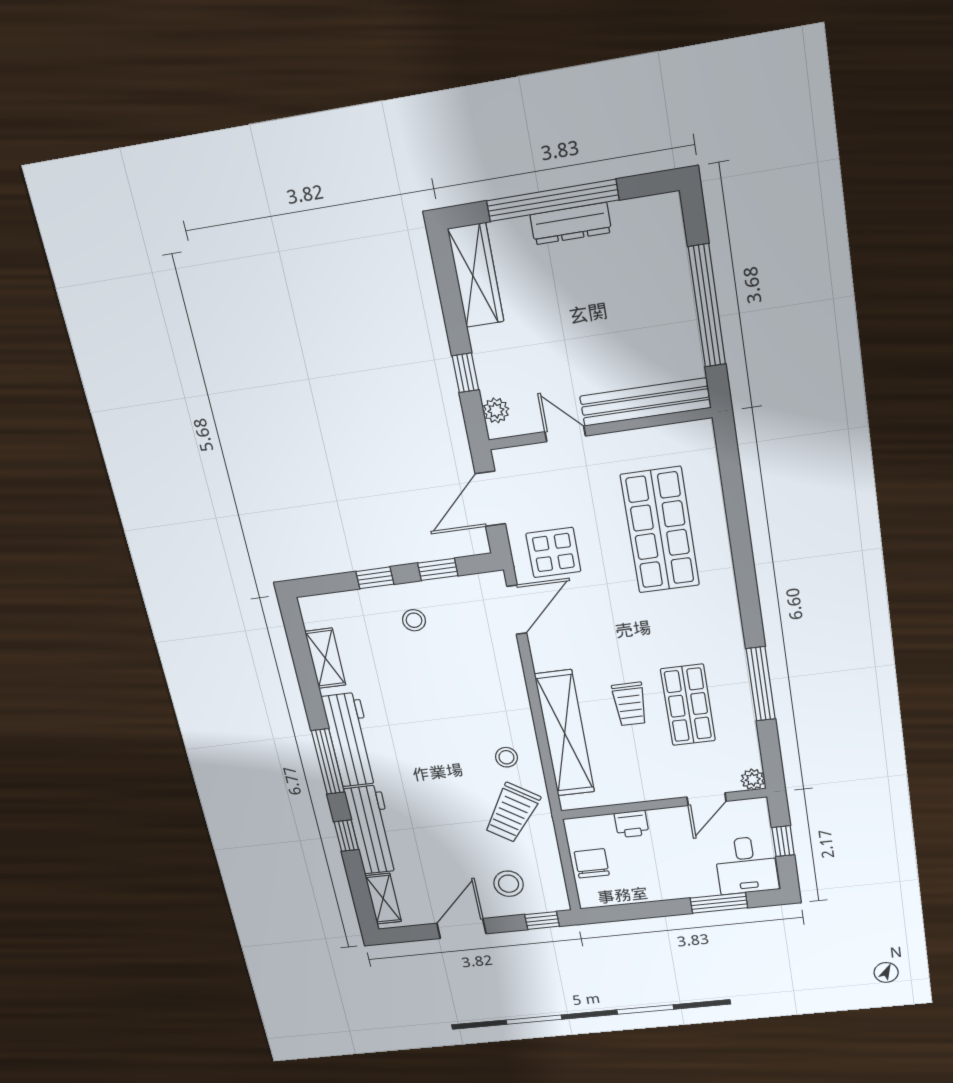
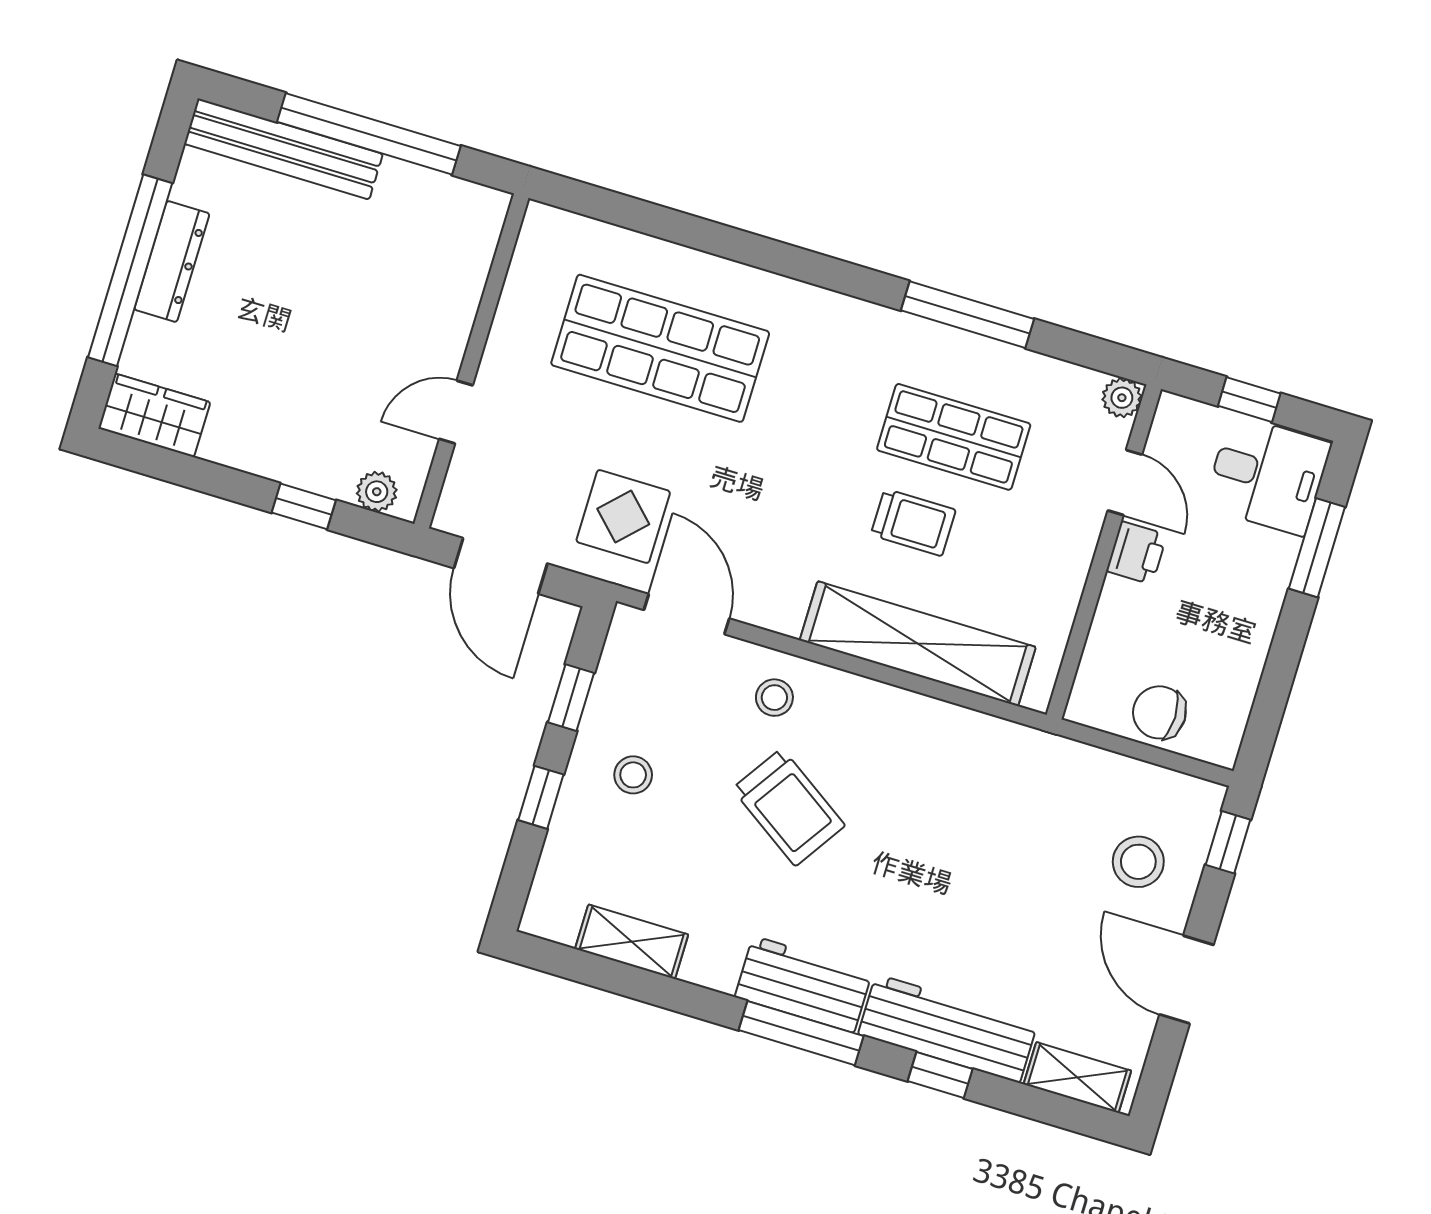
wardrobe: (476, 275) -> (154, 415), width x0.67
bench: (645, 402) -> (283, 149), moved, turned 90
workbench: (350, 740) -> (803, 984), width x0.73
stool: (506, 757) -> (774, 698), moved
trolley: (512, 813) -> (789, 807), moved
printer: (632, 824) -> (1137, 553), moved

